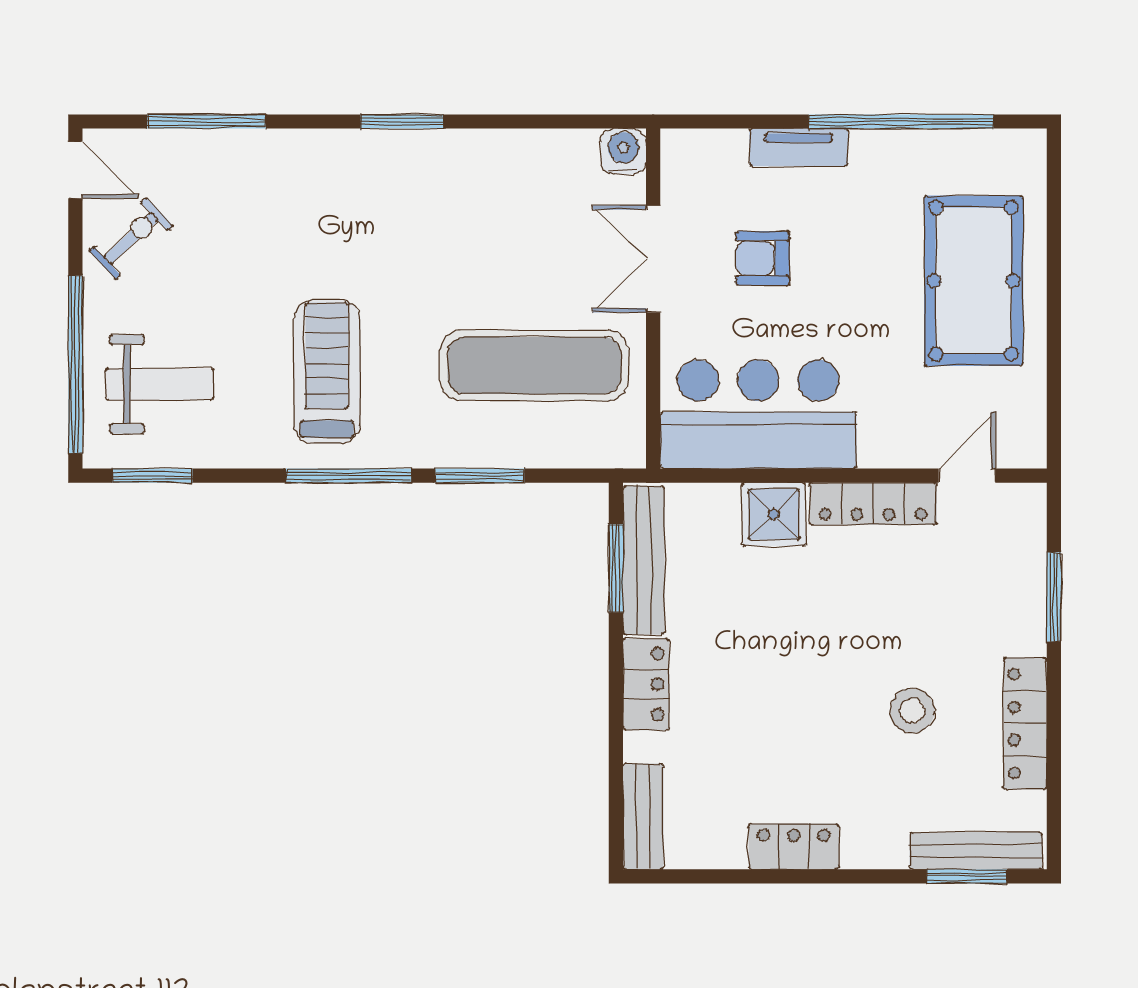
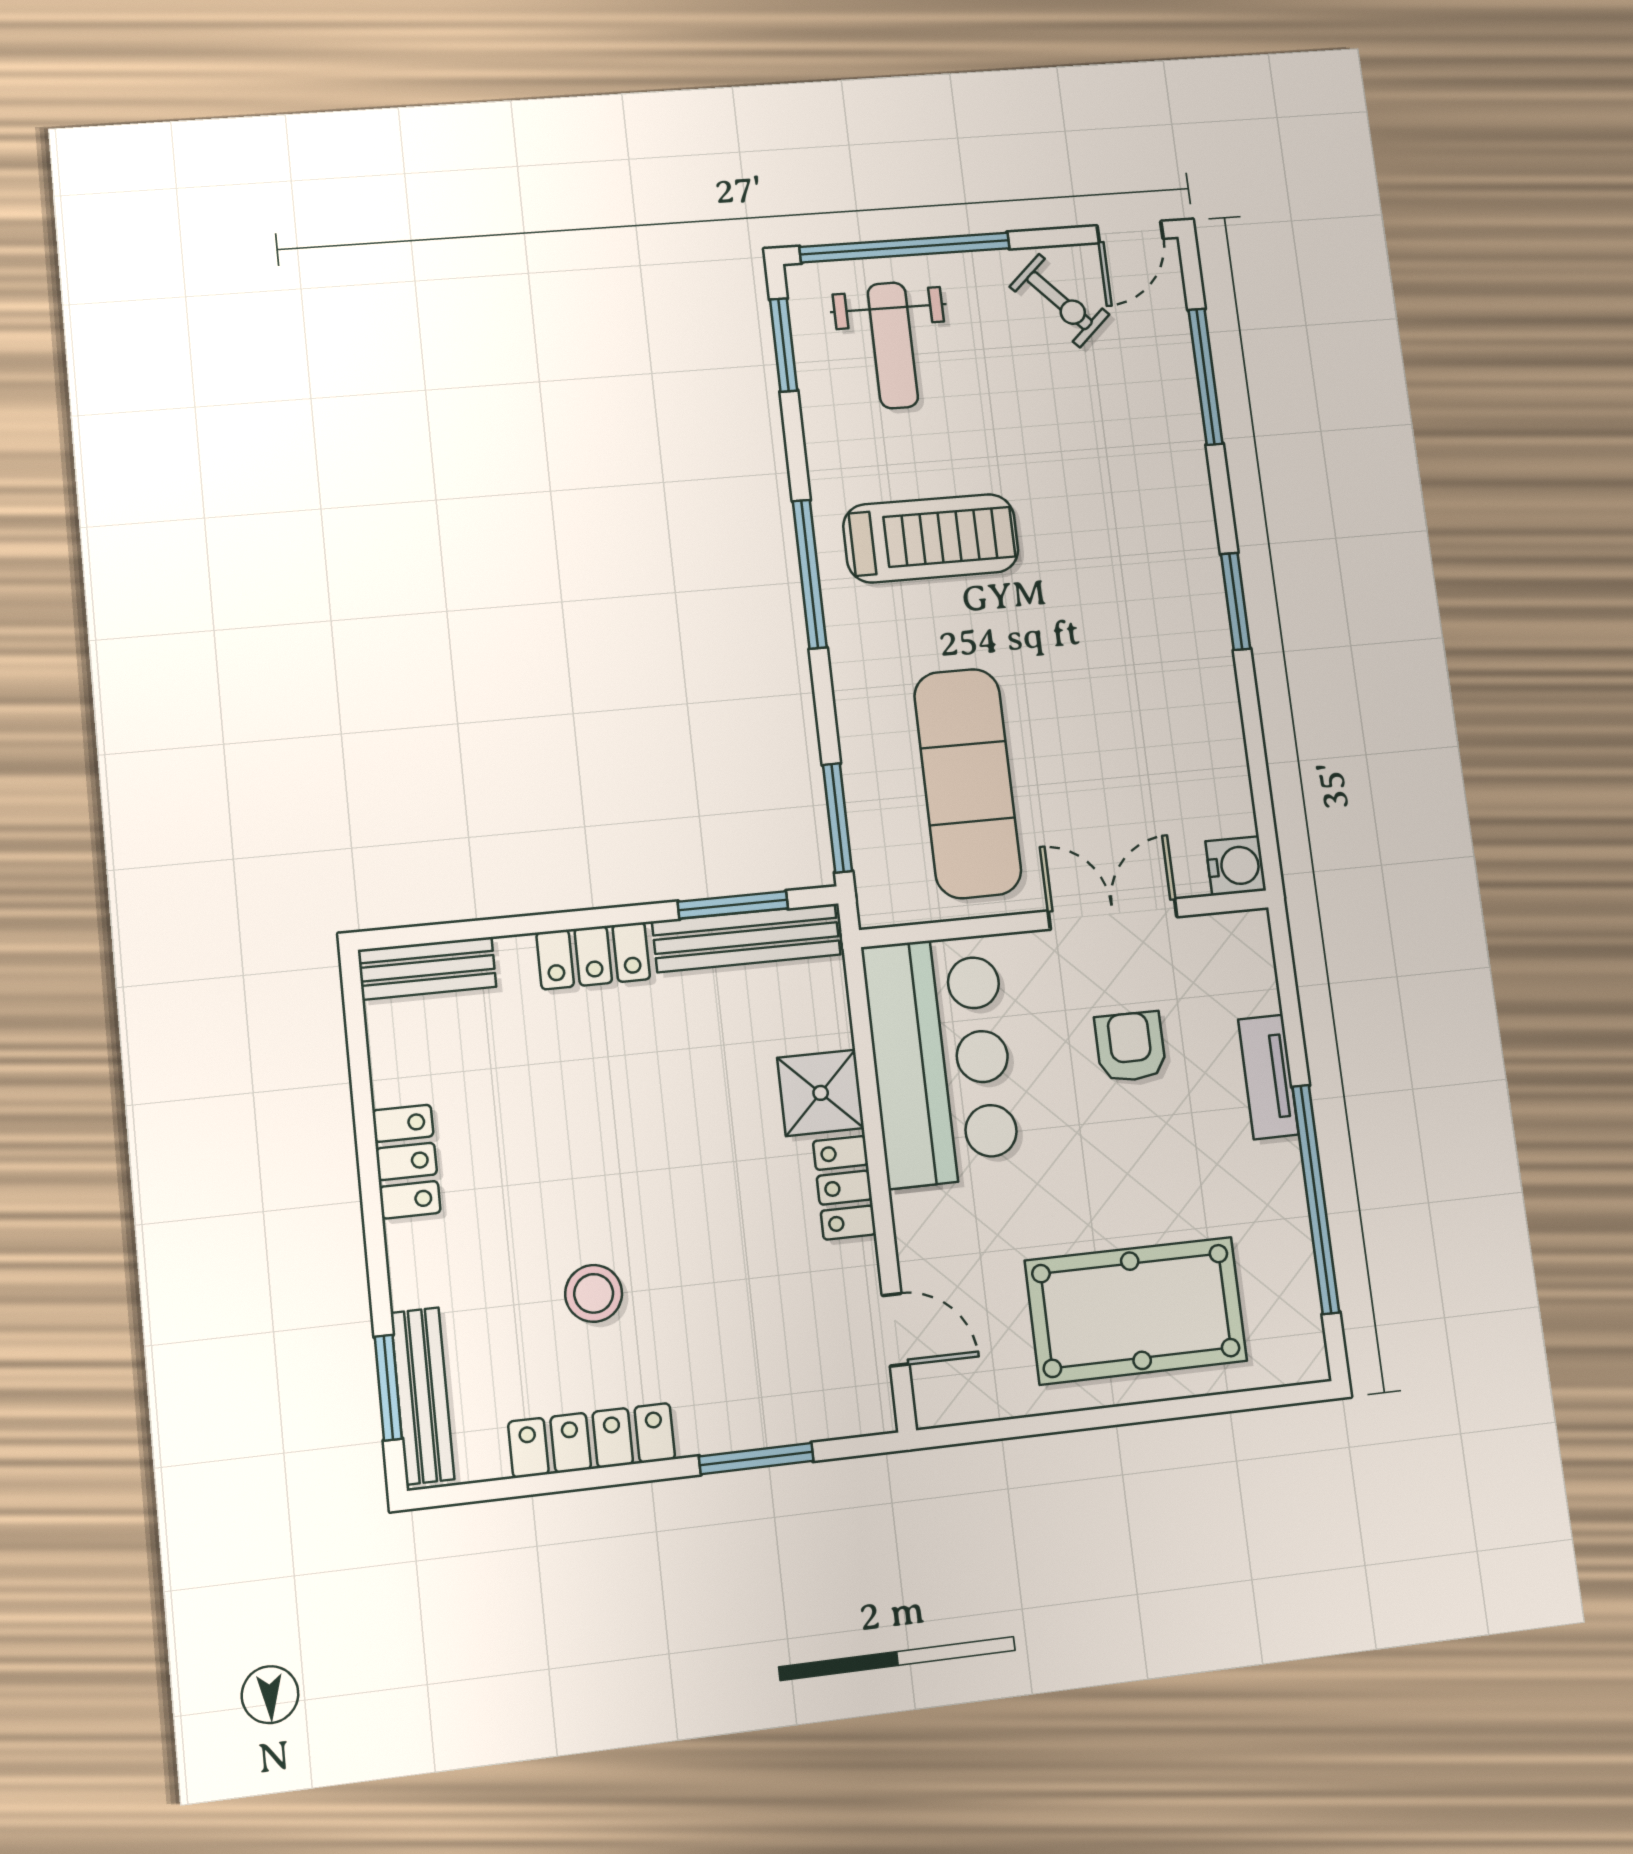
window: (480, 476) -> (837, 818), moved
locker: (873, 504) -> (844, 1188), width x0.66

